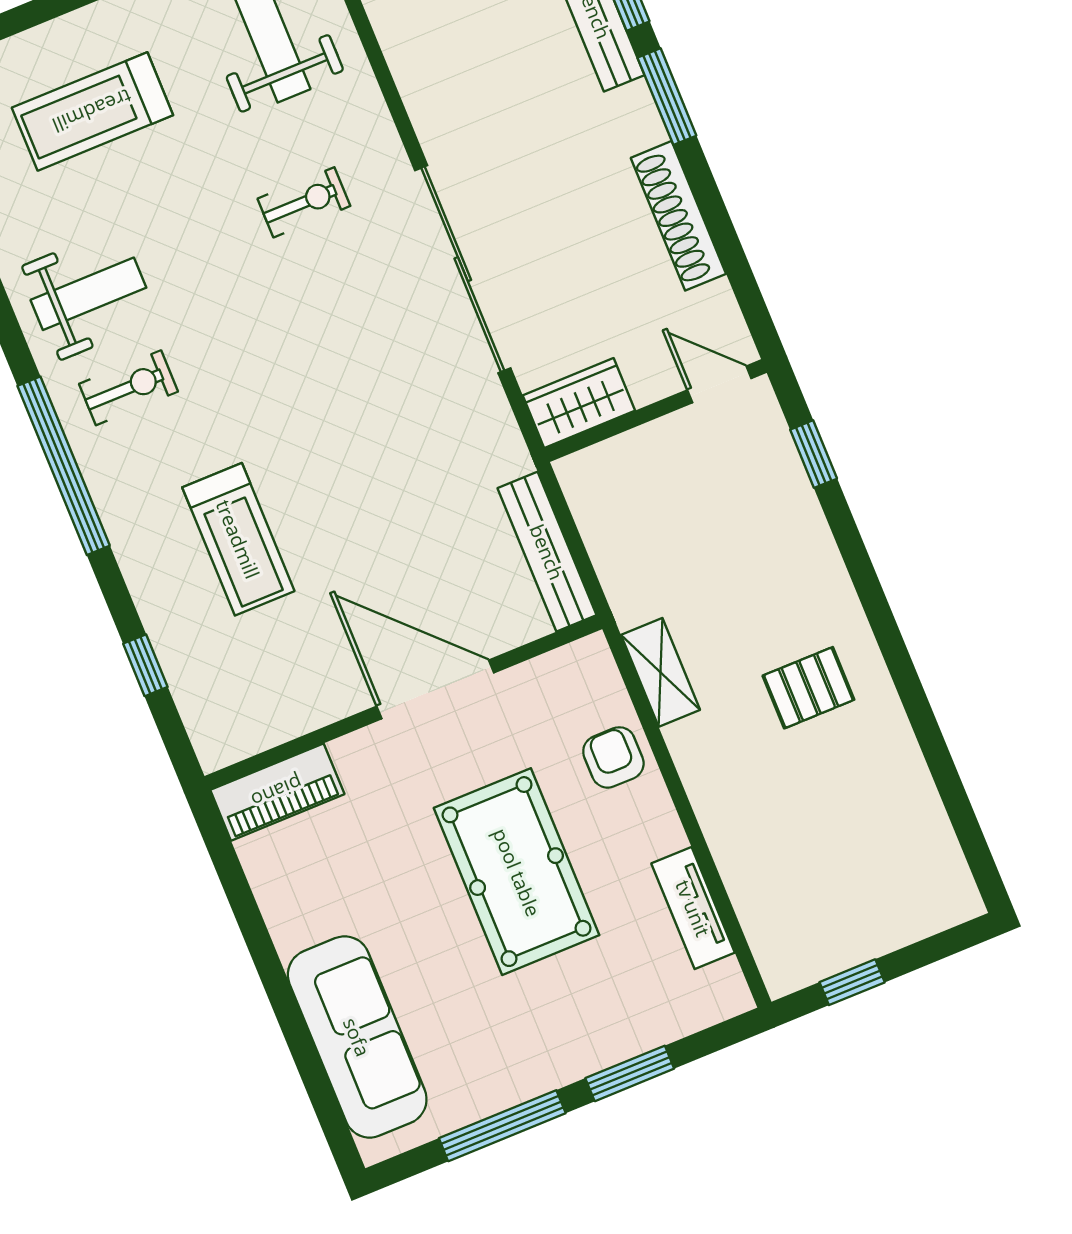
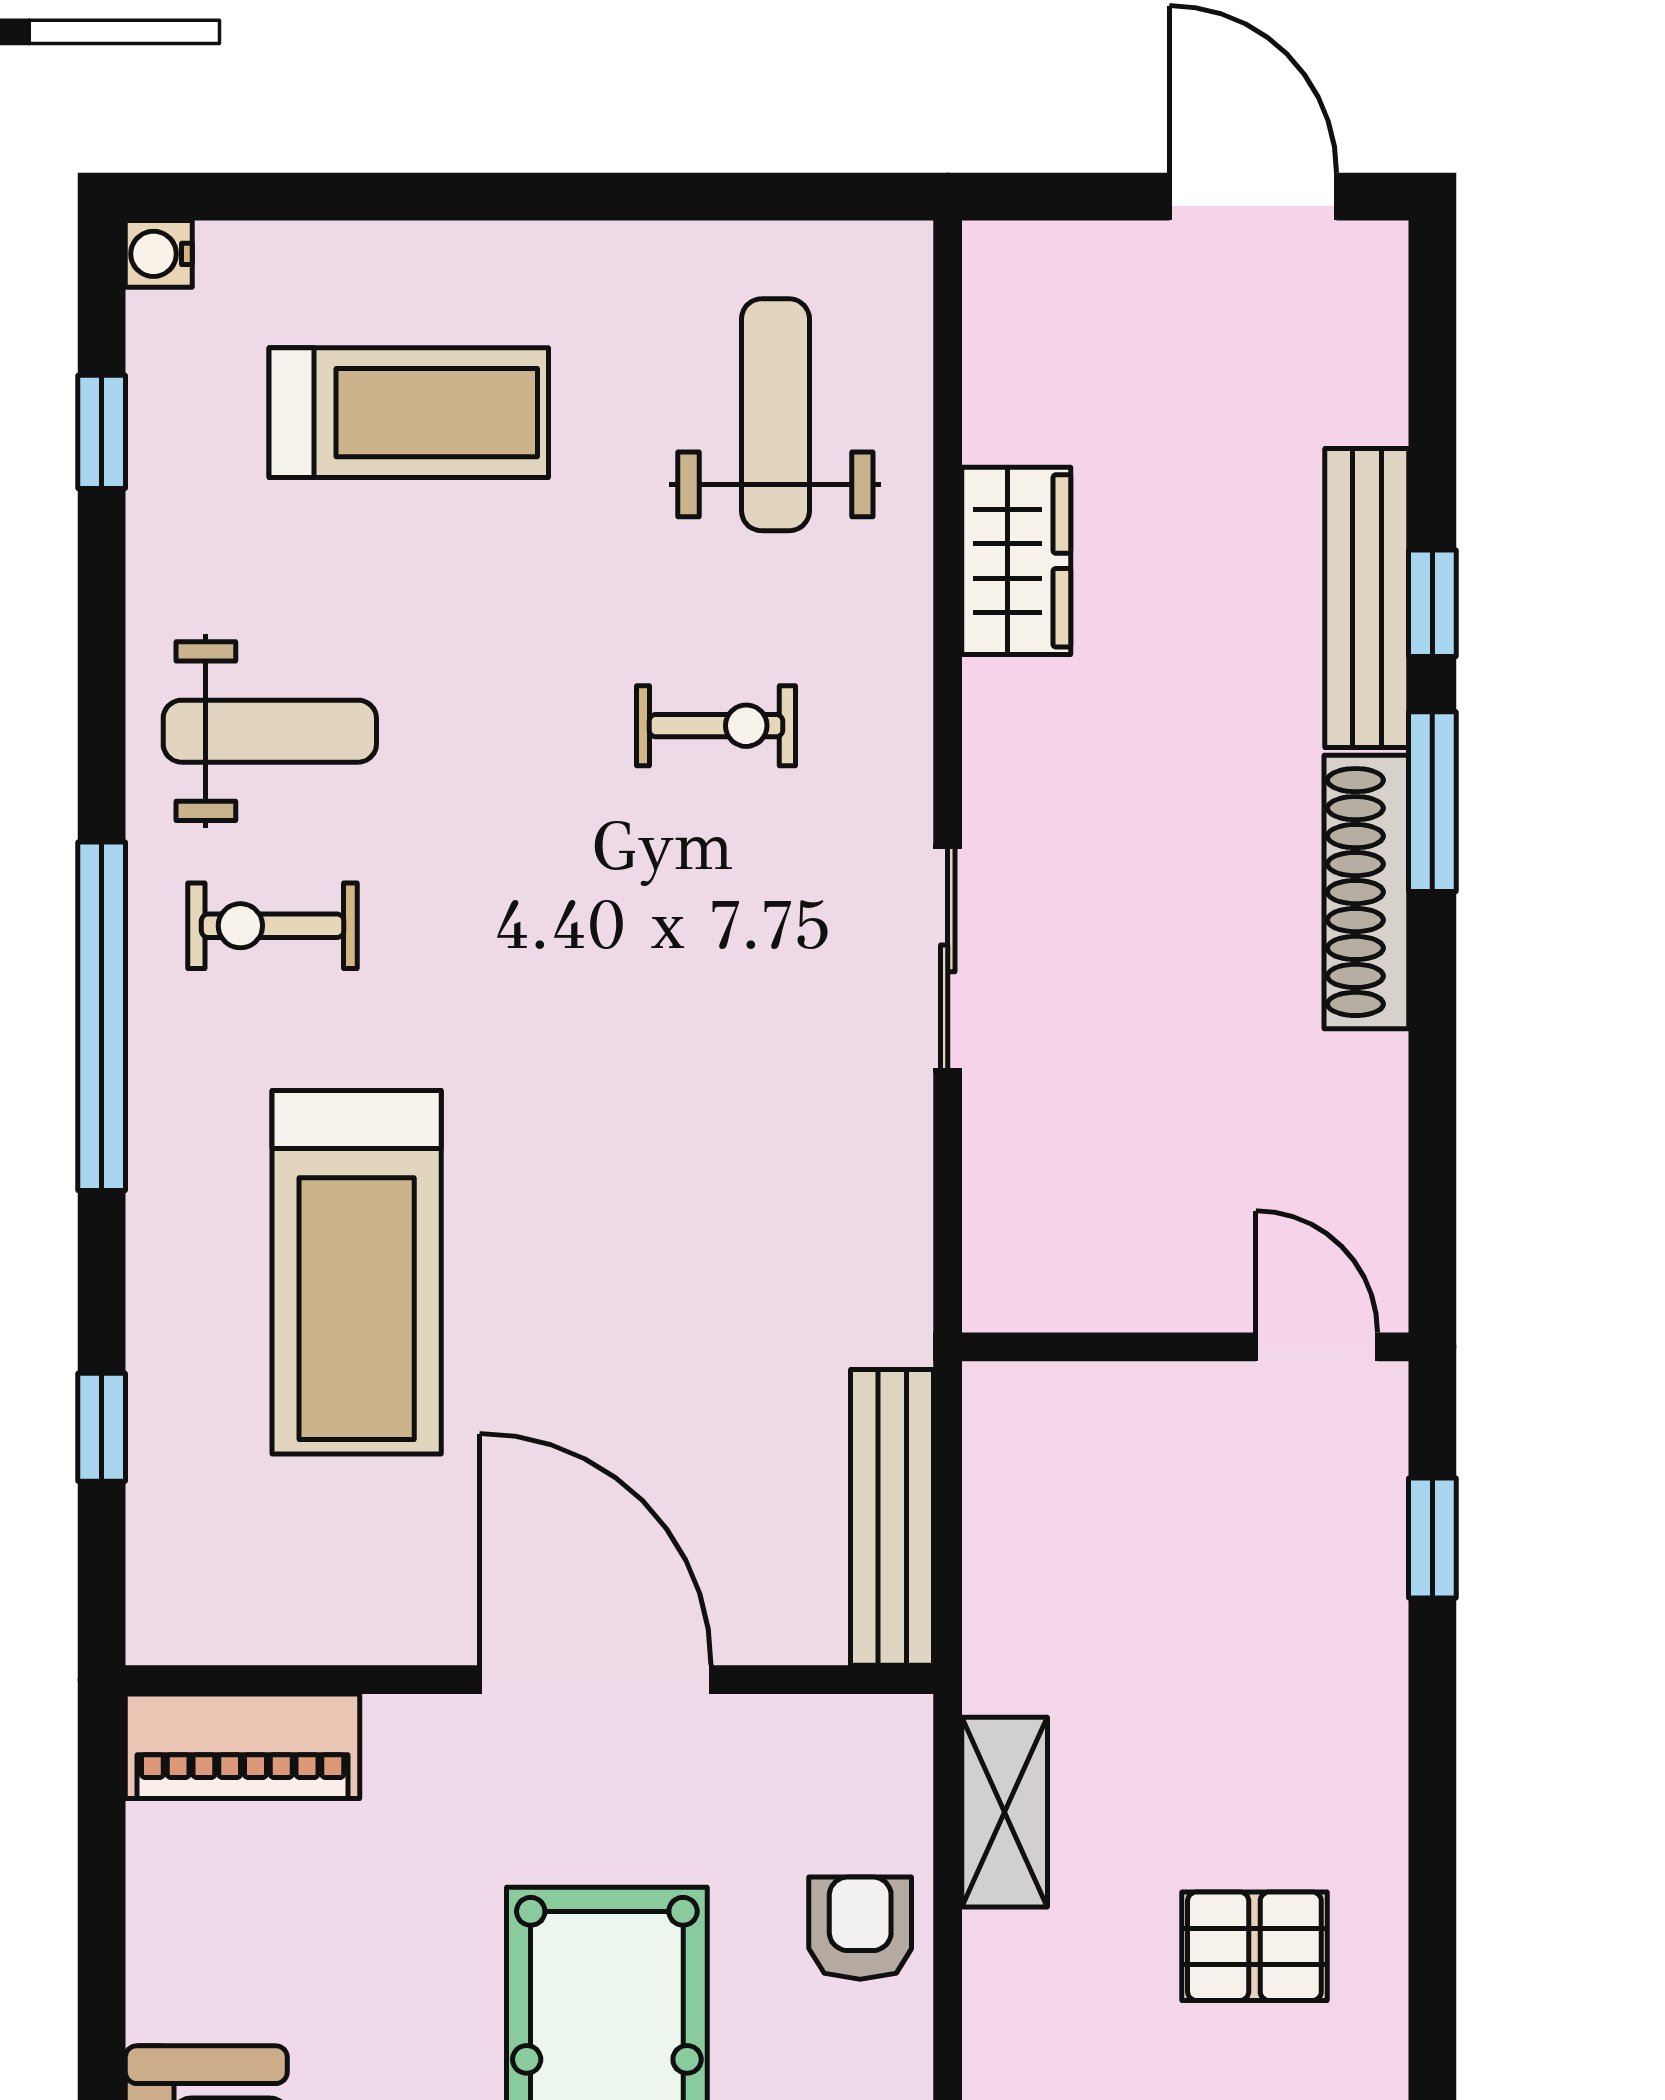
treadmill: (92, 111) -> (409, 413), turned 180
shoe rack: (678, 216) -> (1366, 892), moved
sliding door: (463, 269) -> (948, 958), width x0.54
exercise bike: (128, 388) -> (273, 926), turned 180
wardrobe: (579, 403) -> (1016, 561), moved, turned 90
treadmill: (238, 539) -> (357, 1272), width x1.37, depth x1.38

